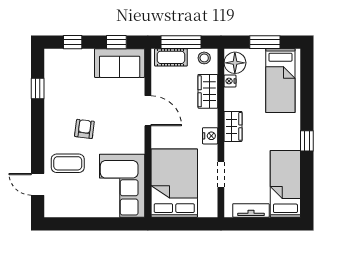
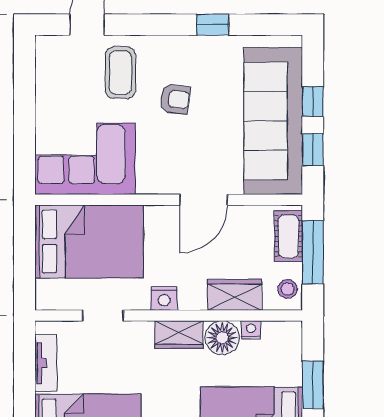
window: (73, 42) -> (313, 102), moved
sofa: (120, 63) -> (273, 121), width x1.85, depth x1.27
floor lamp: (235, 63) -> (222, 338), moved
window: (38, 89) -> (213, 25), moved

